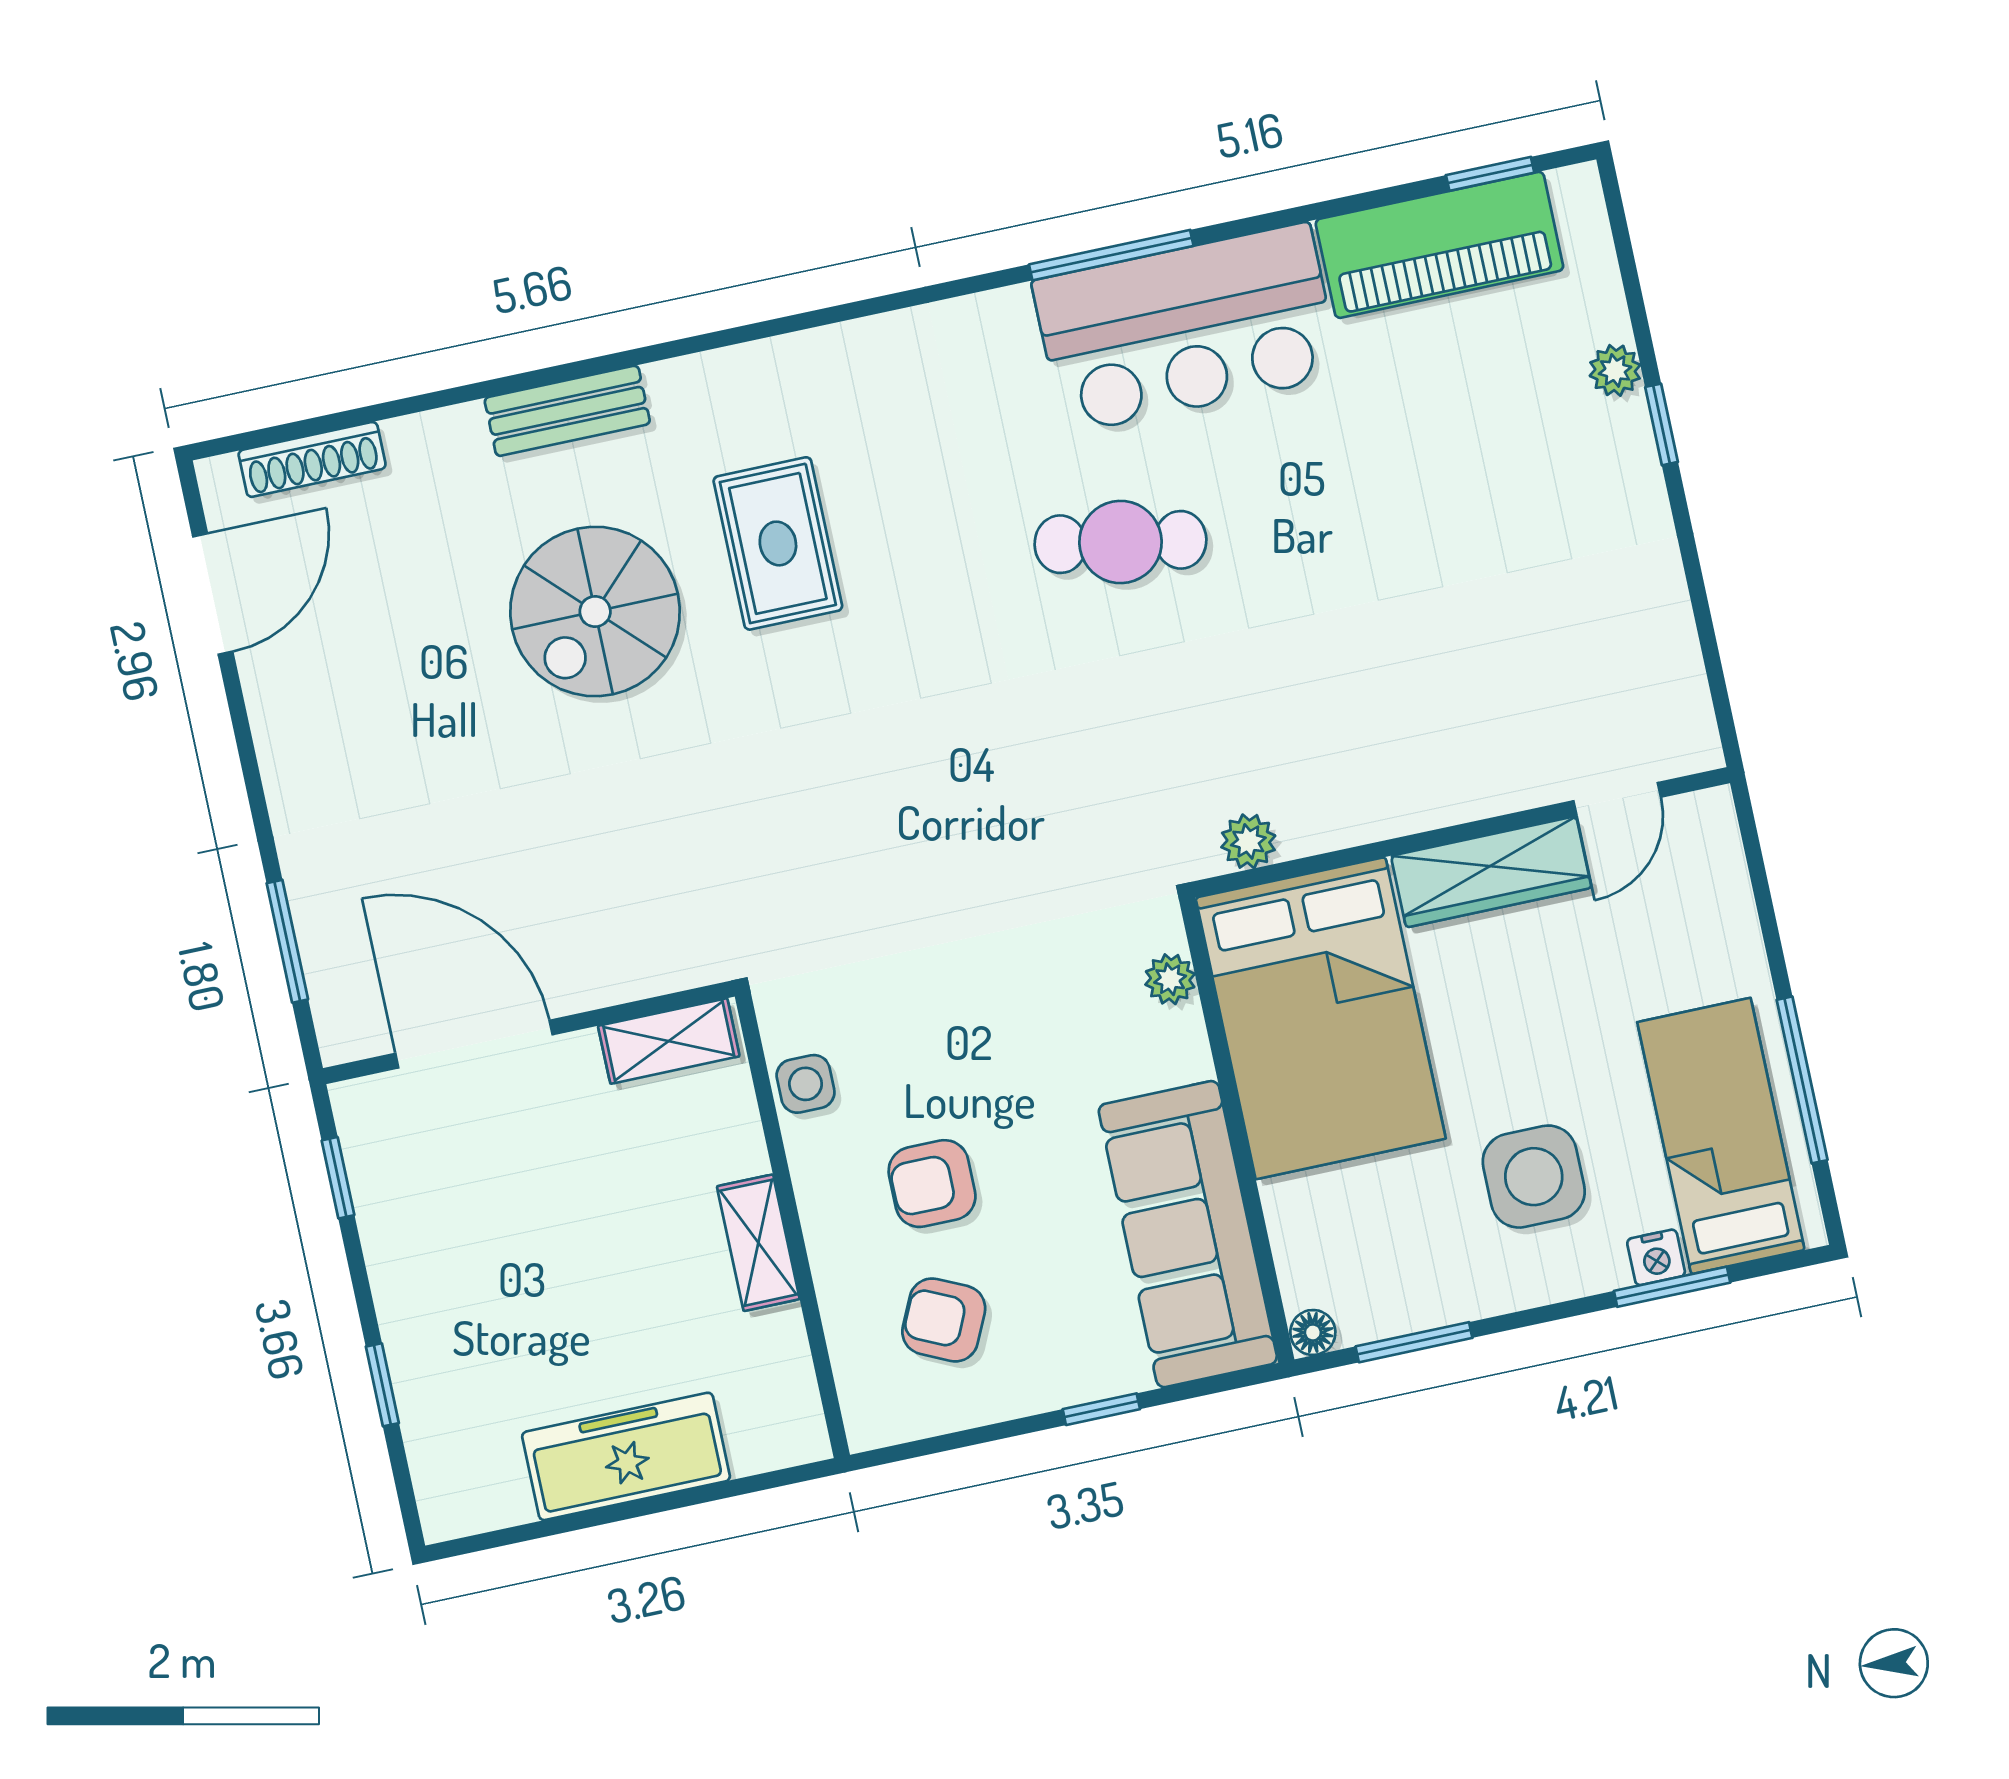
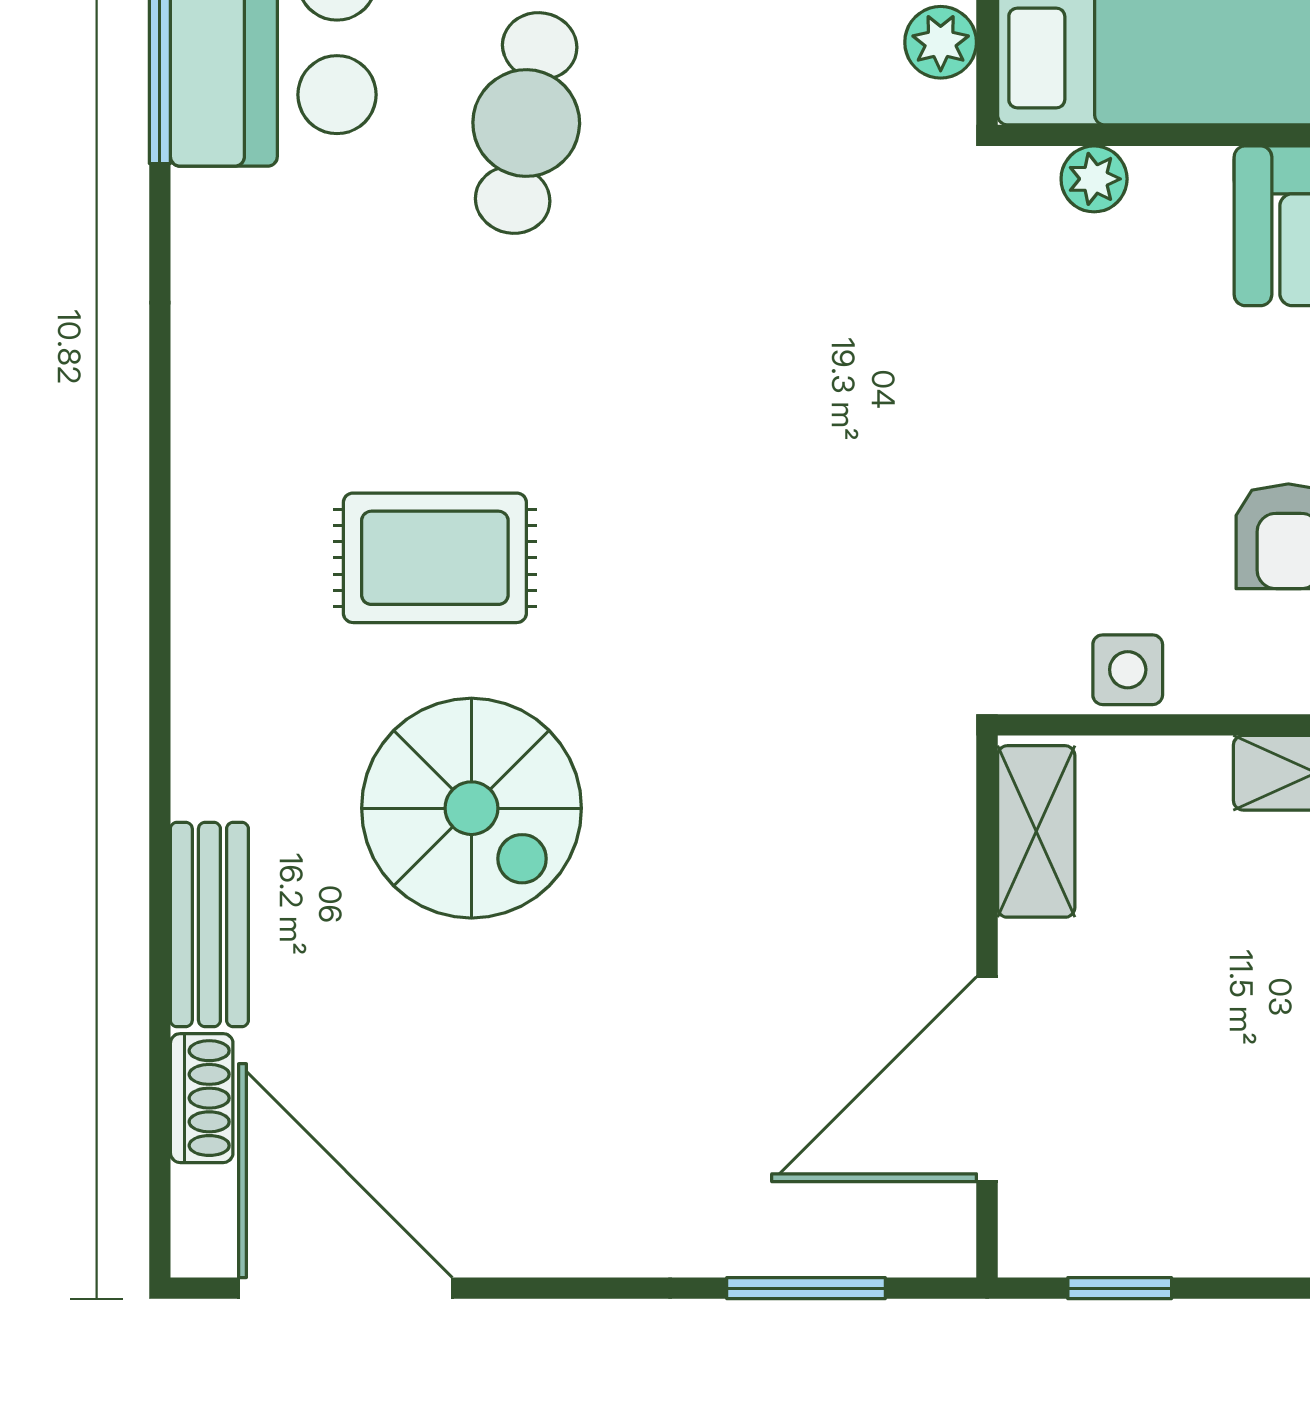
bench: (567, 411) -> (209, 925), moved
shoe rack: (312, 459) -> (202, 1098), width x0.70
door: (213, 594) -> (345, 1288), width x1.36

